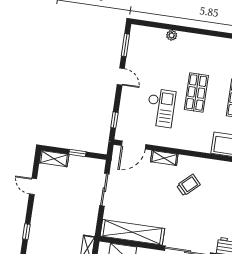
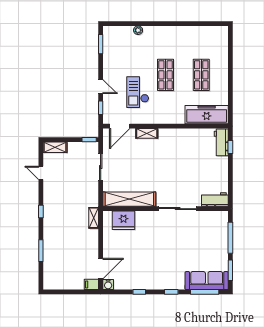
door: (121, 77) -> (101, 87), moved
checkout: (161, 108) -> (138, 92), turned 180
window: (77, 153) -> (89, 140), moved
trolley: (188, 185) -> (170, 153), removed

